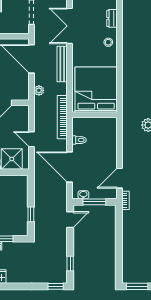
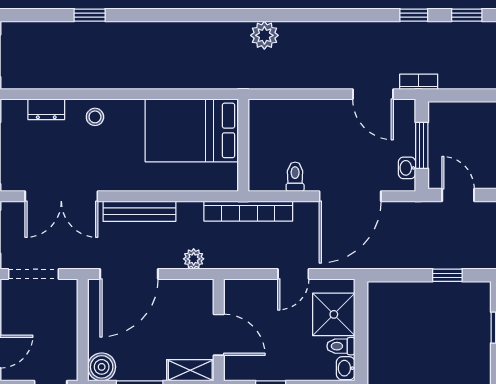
bed: (96, 90) -> (192, 130), width x0.73

